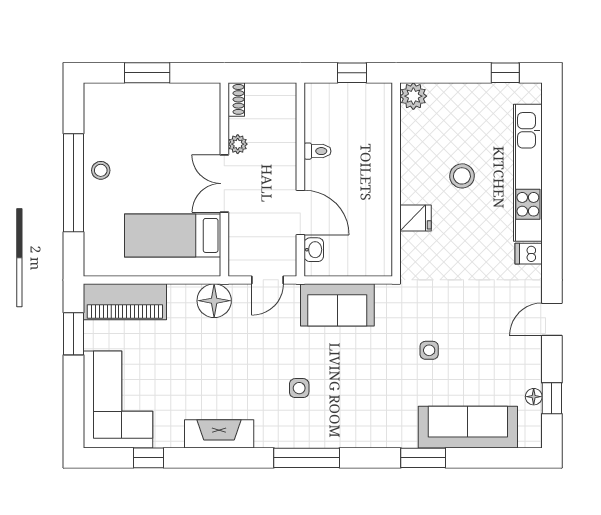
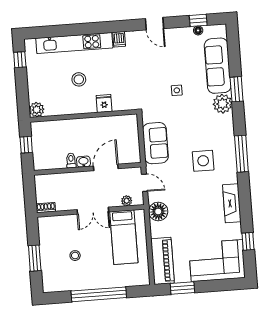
plant: (238, 144) -> (127, 201), moved
stool: (101, 170) -> (75, 256), moved
washbasin: (314, 250) -> (83, 162), moved
side table: (299, 388) -> (203, 161), width x1.87, depth x1.87
plant: (399, 431) -> (223, 104), added

